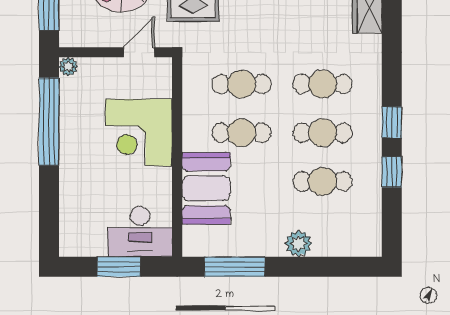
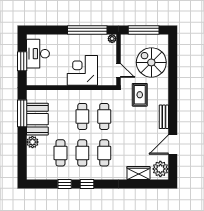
booth: (206, 188) -> (37, 119), moved, turned 90
desk: (140, 232) -> (38, 54), moved

